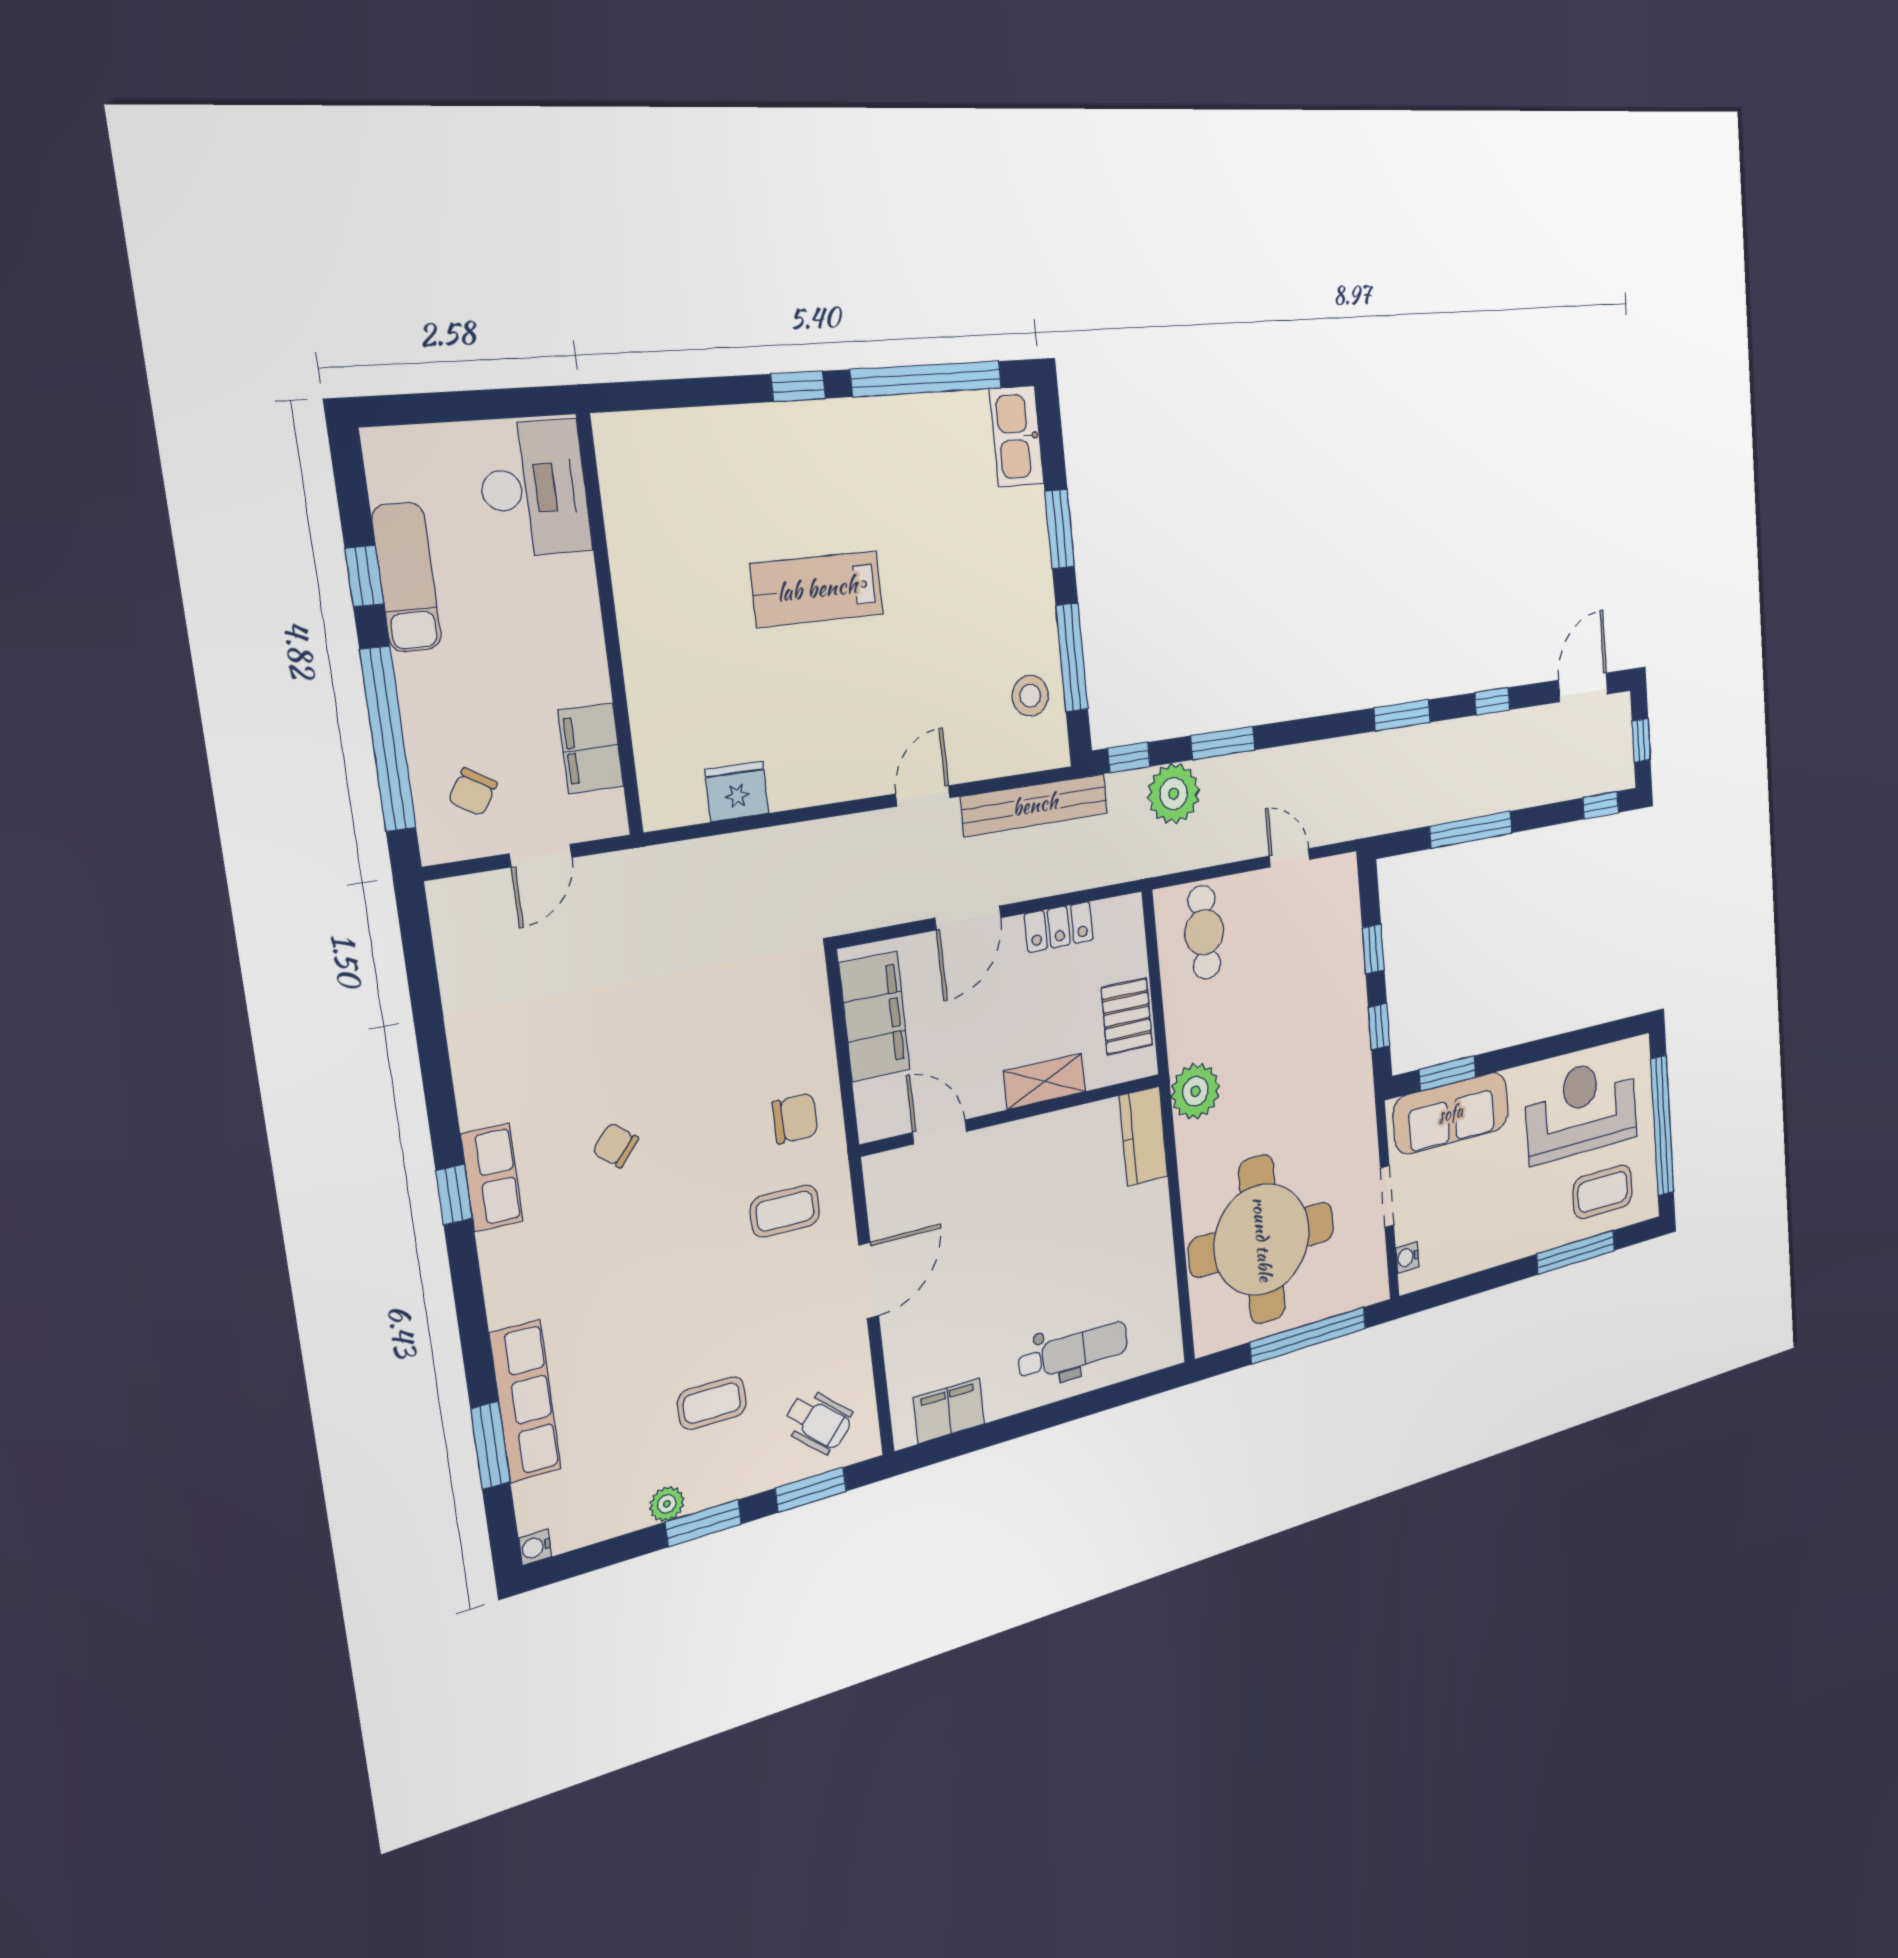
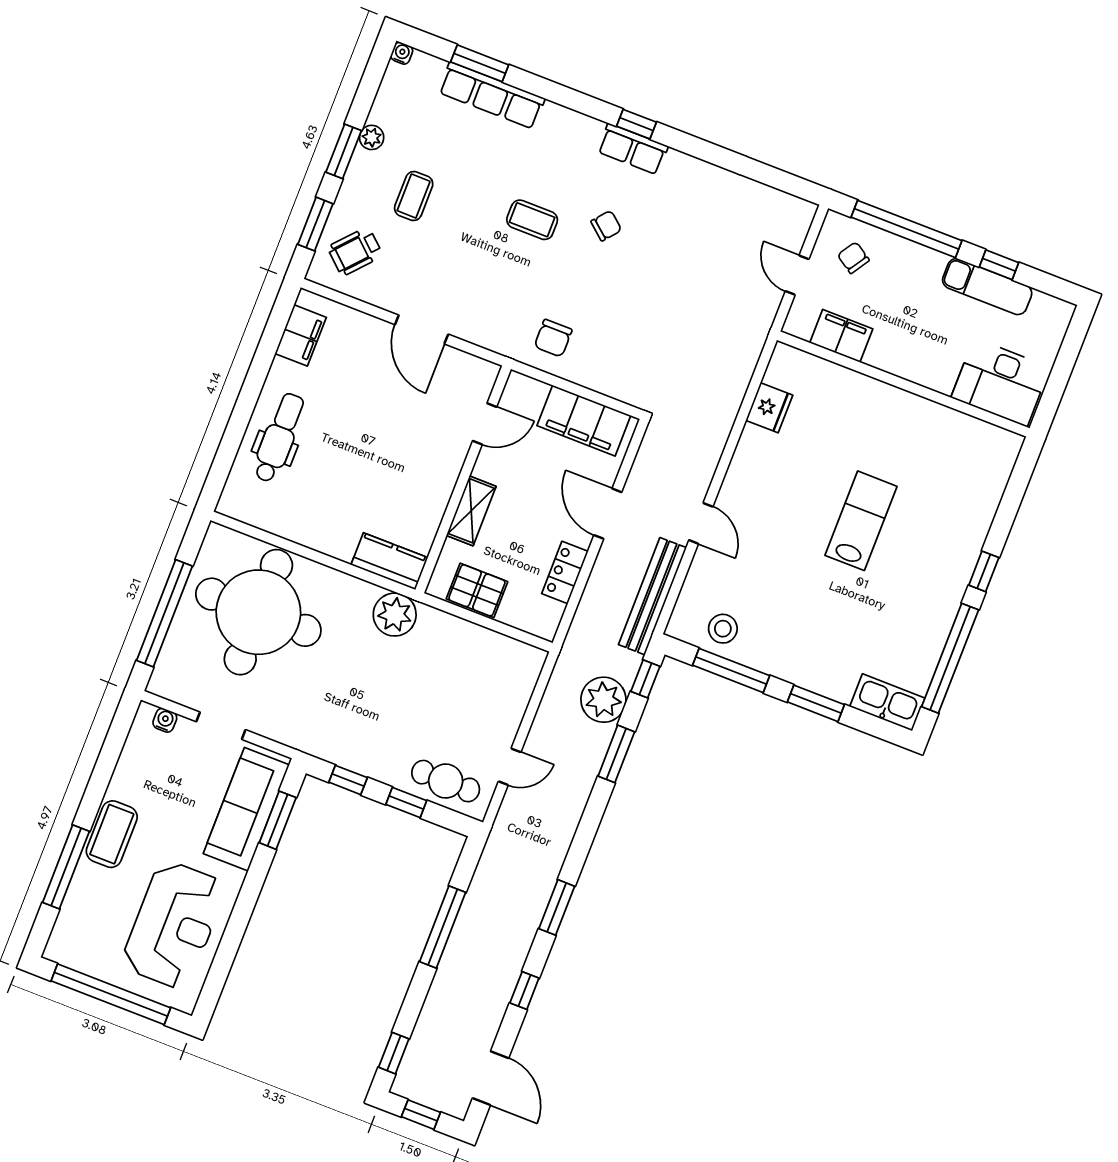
cafe table: (1204, 932) -> (446, 781), moved
coffee table: (1603, 1192) -> (112, 834), moved
coffee table: (785, 1211) -> (532, 220), moved, turned 90
dental chair: (1073, 1351) -> (279, 438), turned 180

